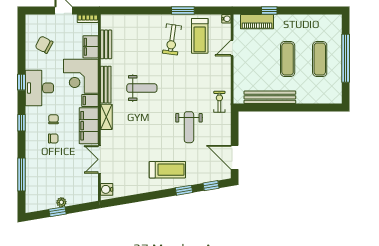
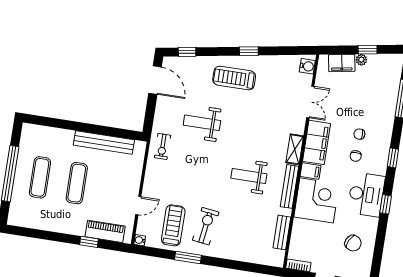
filing cabinet: (91, 47) -> (342, 63), moved, turned 80
weight bench: (189, 127) -> (202, 123), turned -90
window: (184, 190) -> (249, 51), moved

